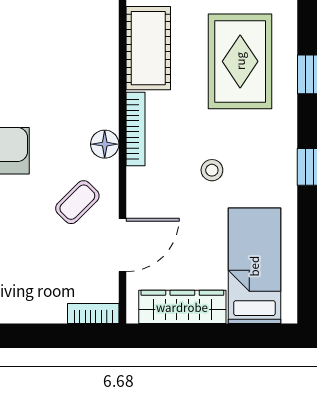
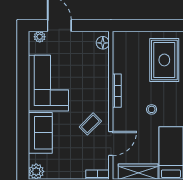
cot: (148, 48) -> (123, 54), removed
floor lamp: (105, 144) -> (103, 43), moved

